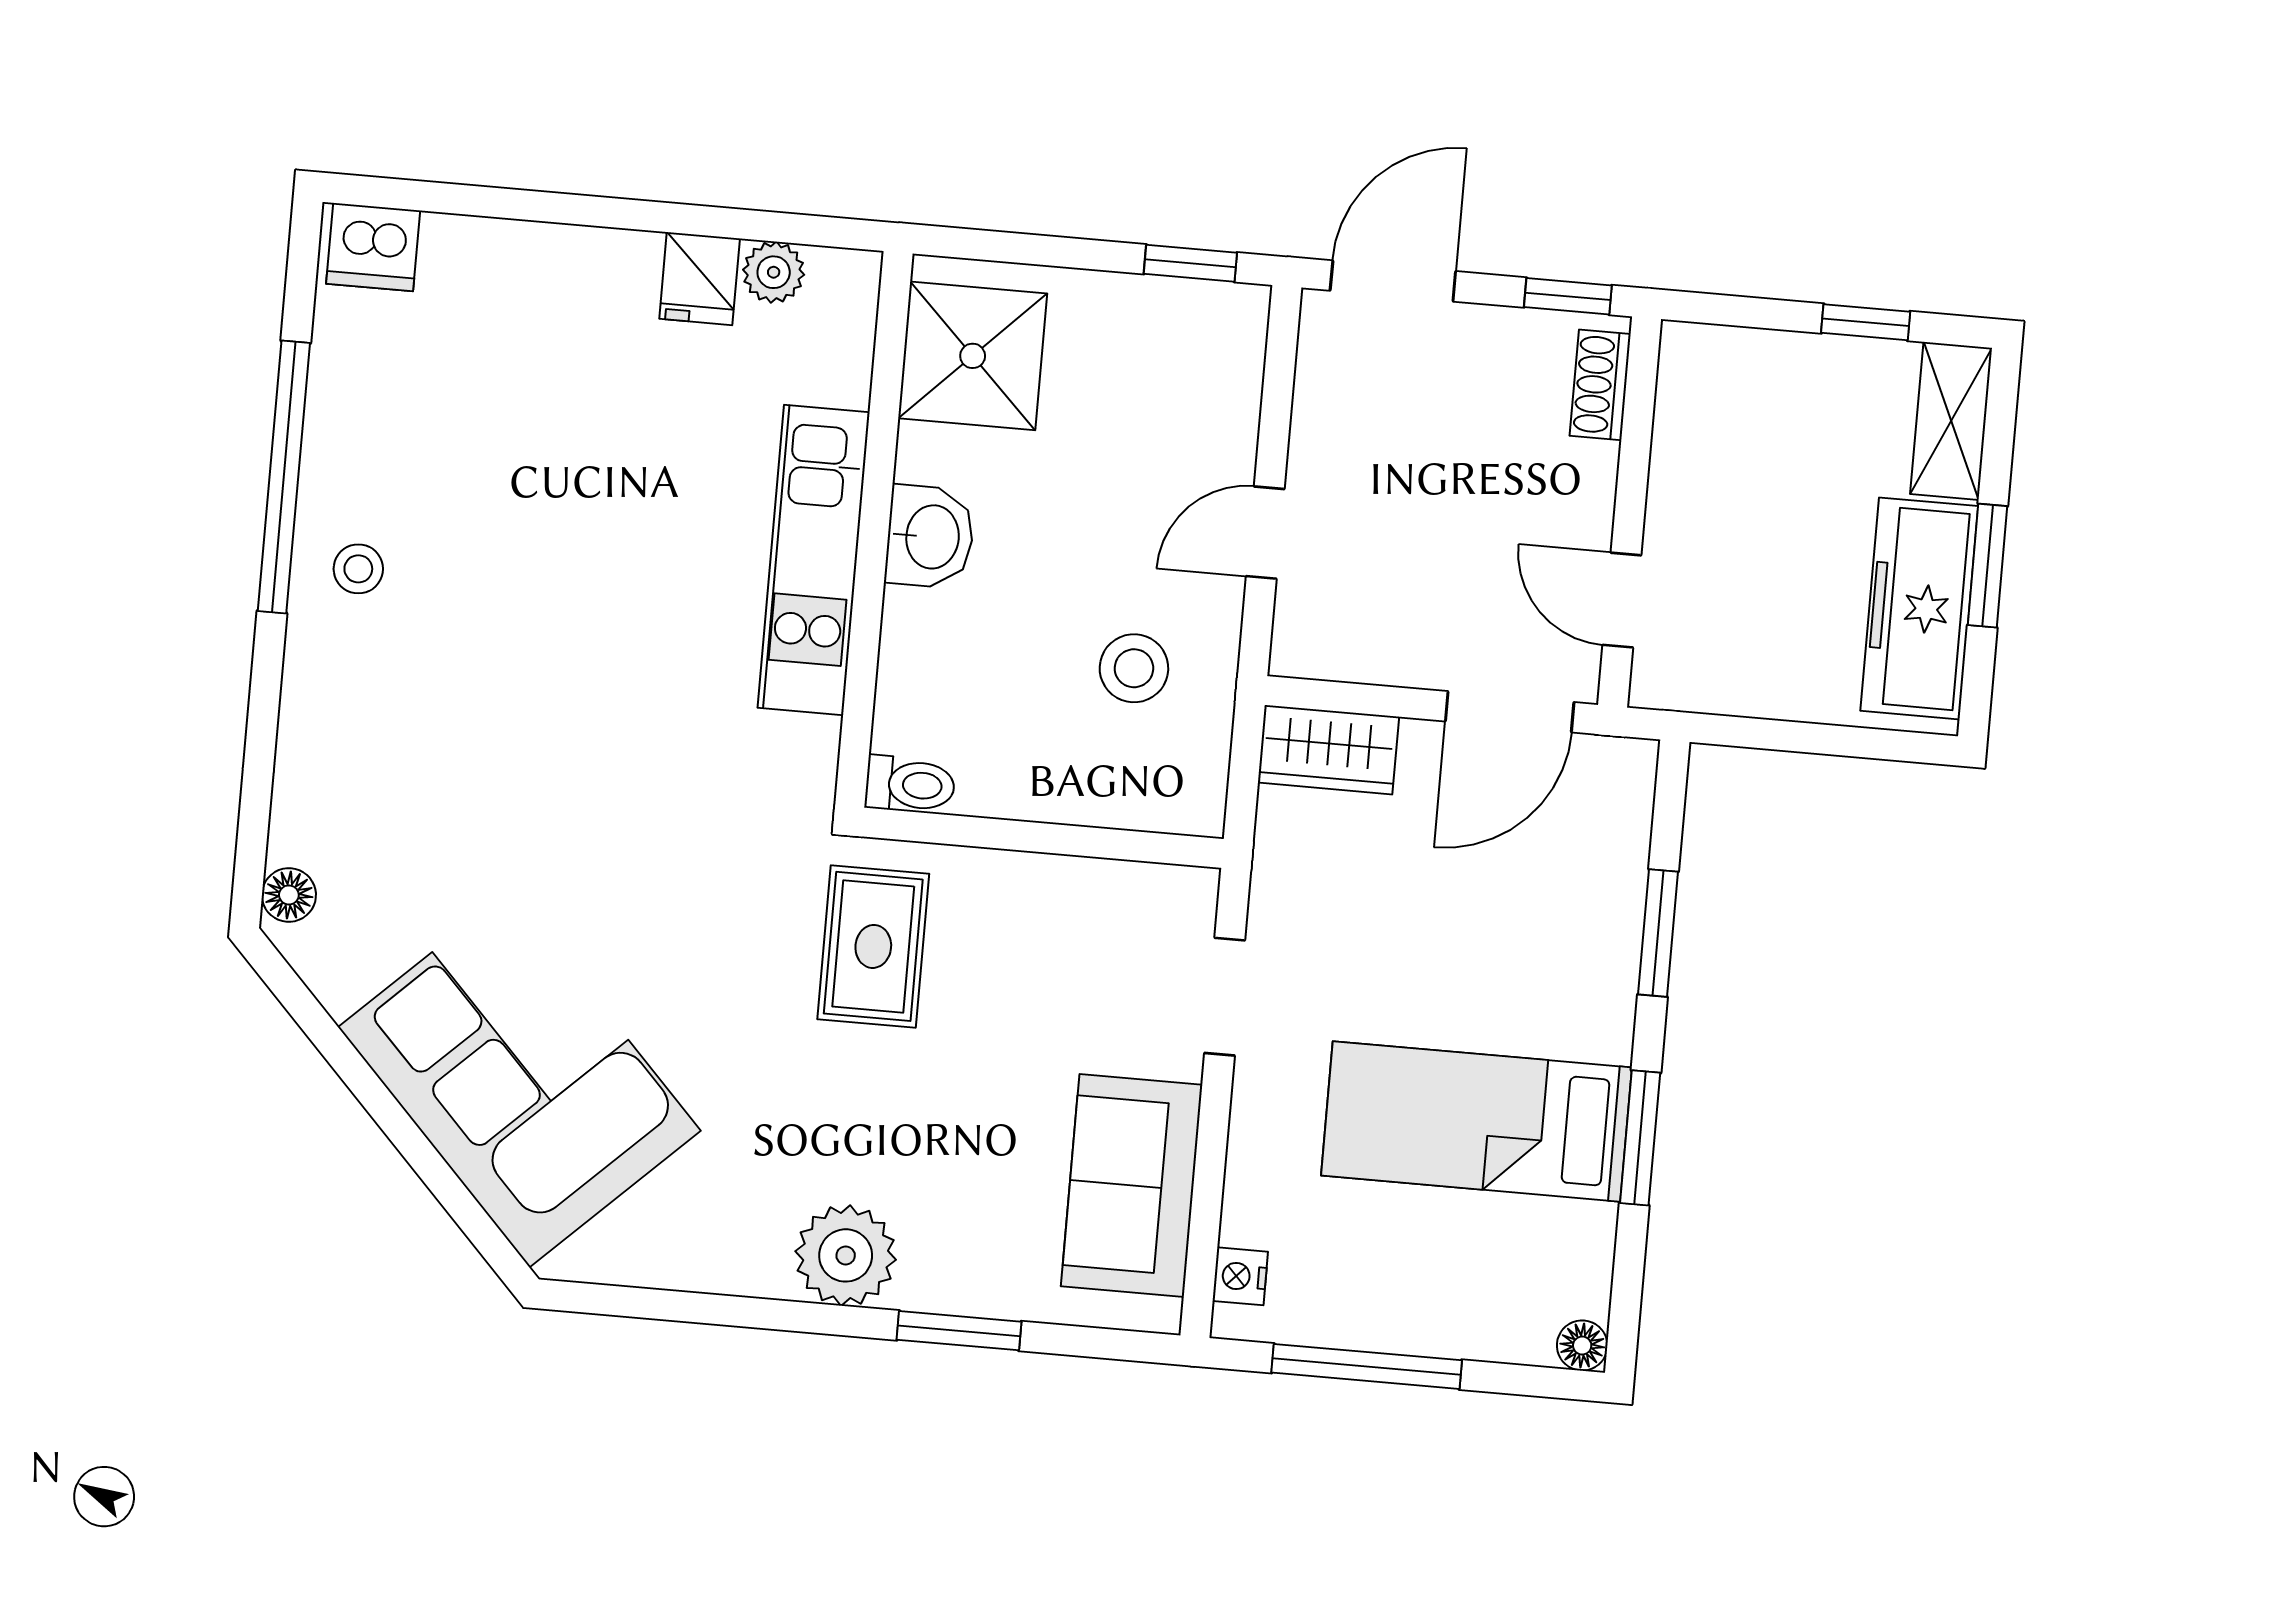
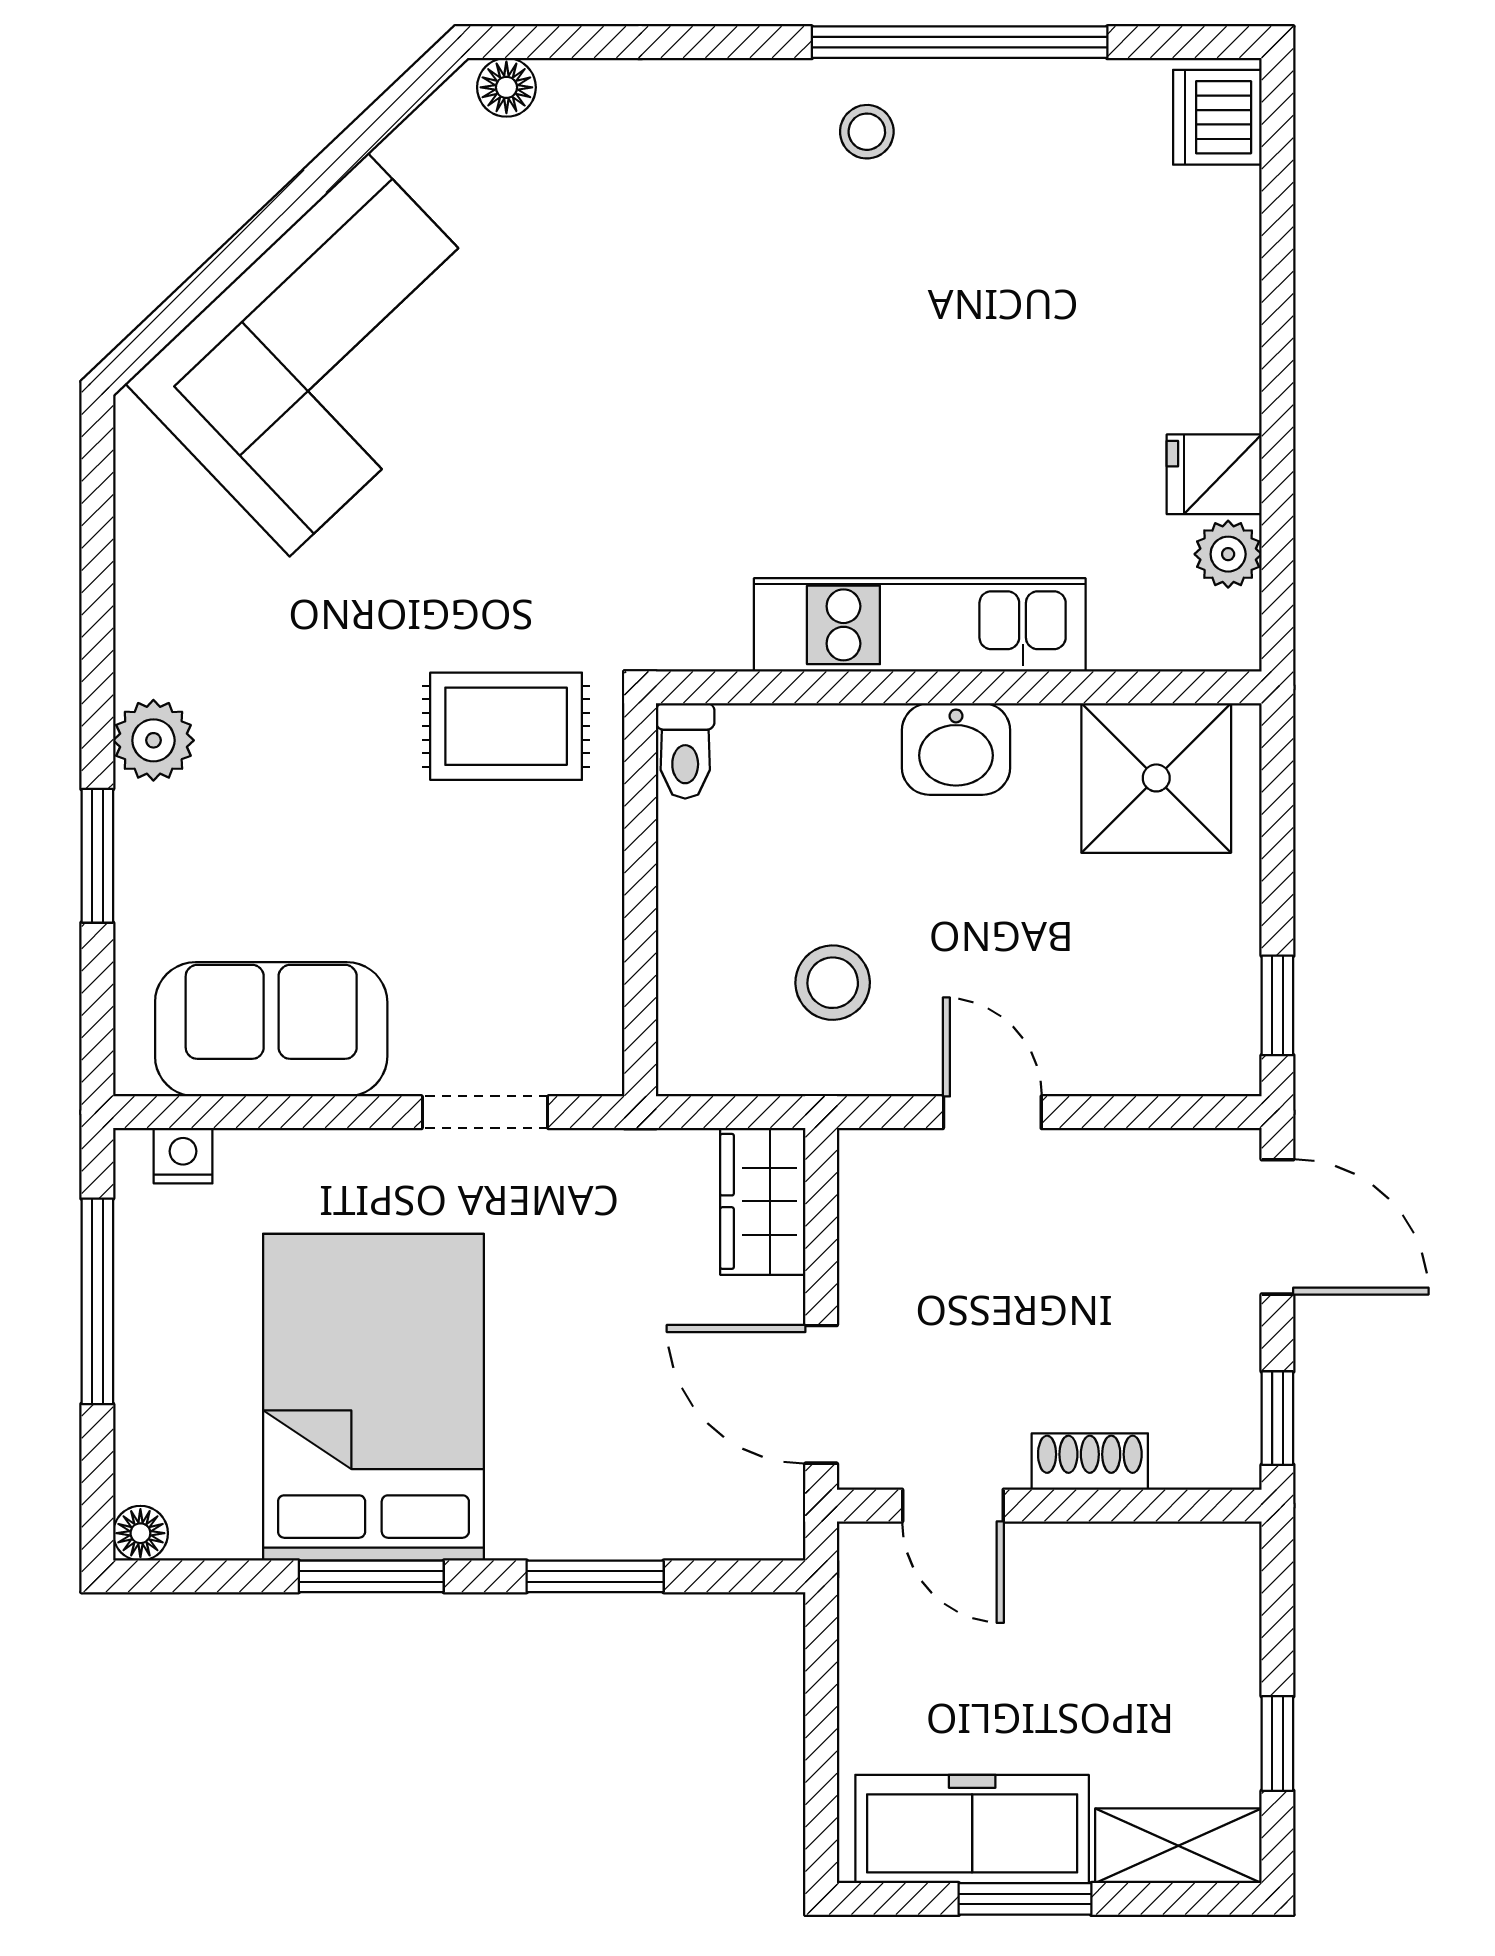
shoe rack: (1600, 385) -> (1090, 1462), moved
door: (1622, 600) -> (953, 1506), swing flipped
bed: (1476, 1121) -> (373, 1397), width x1.50
plant: (846, 1255) -> (153, 740), width x0.73, depth x0.73

